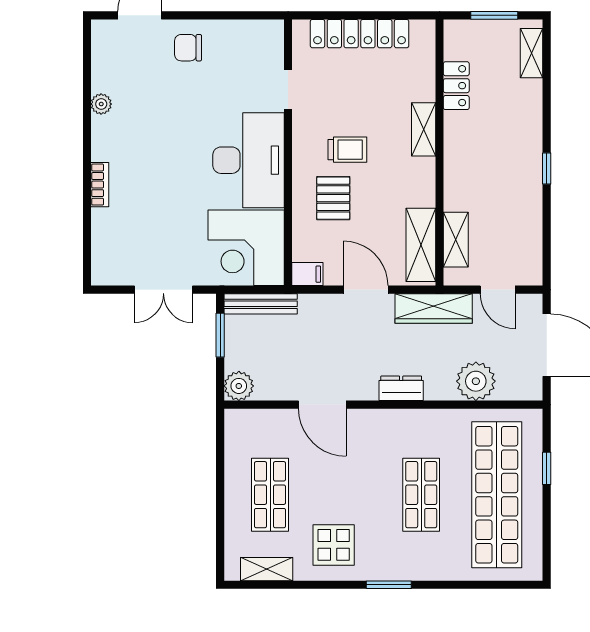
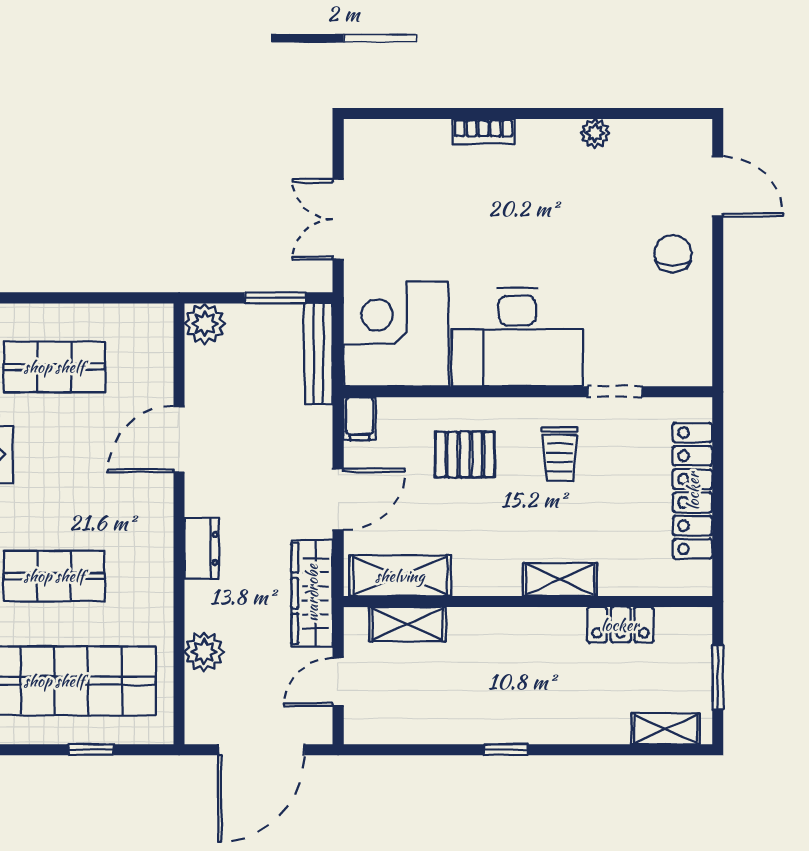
trolley: (347, 150) -> (560, 454), moved
plant: (476, 381) -> (204, 652), width x0.73, depth x0.73

